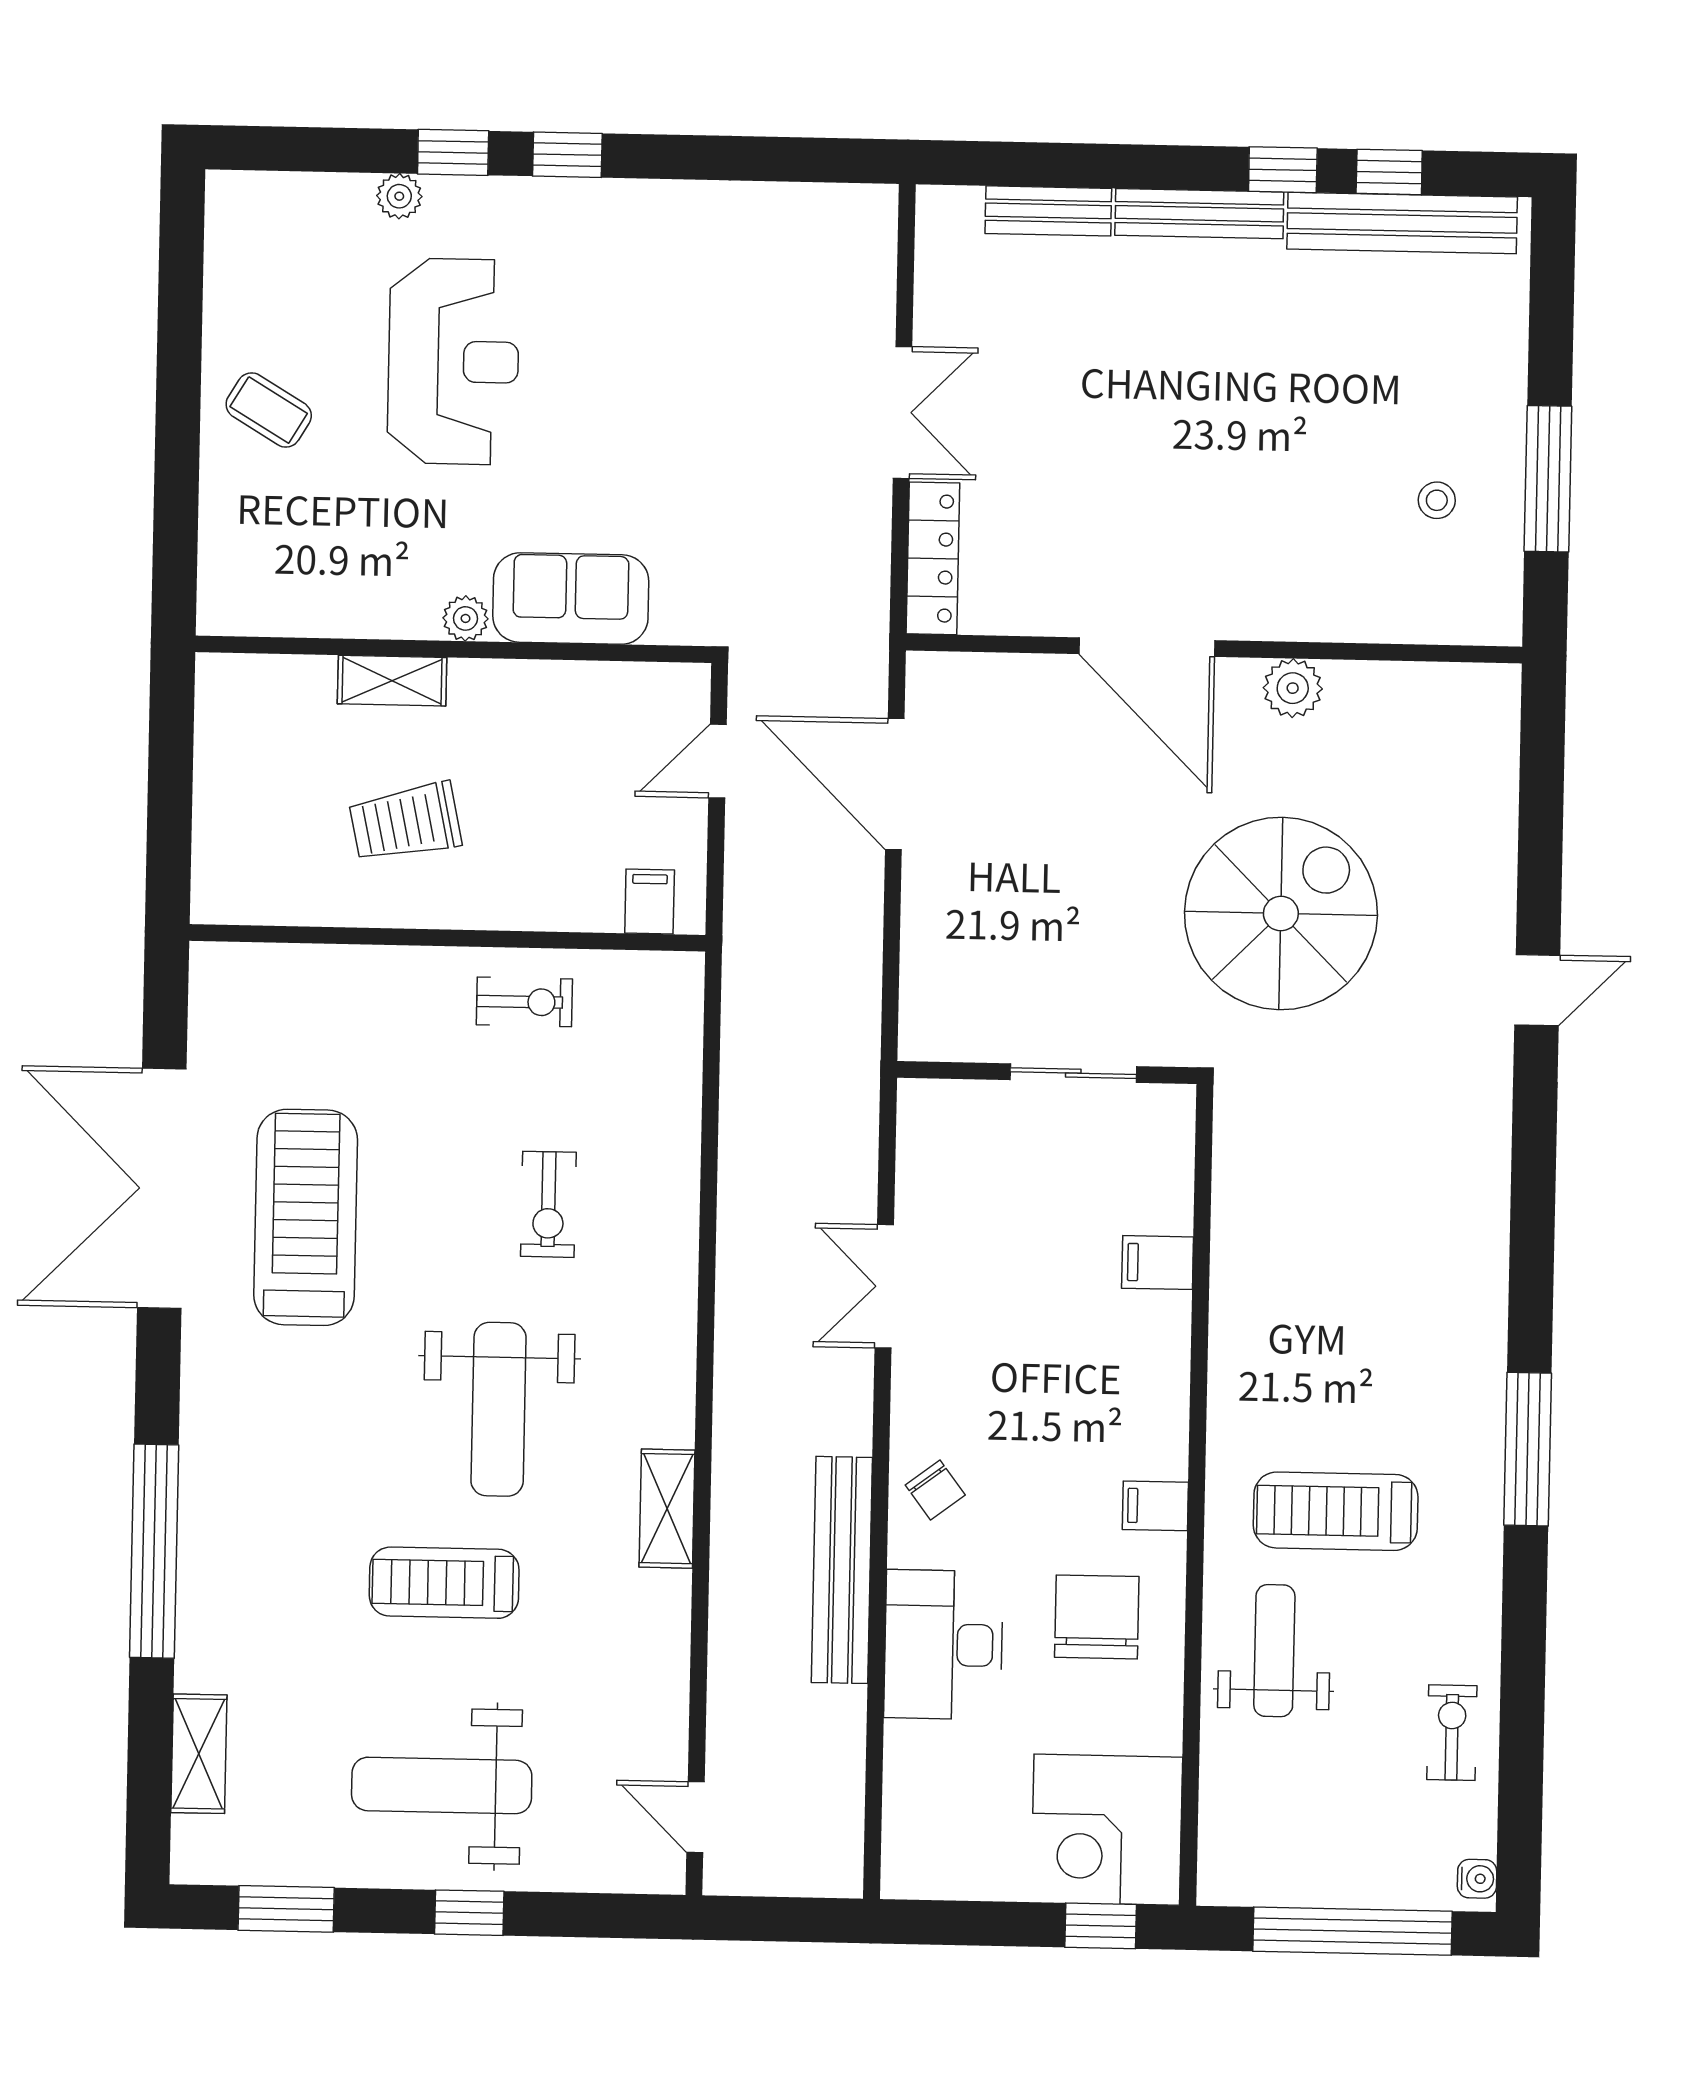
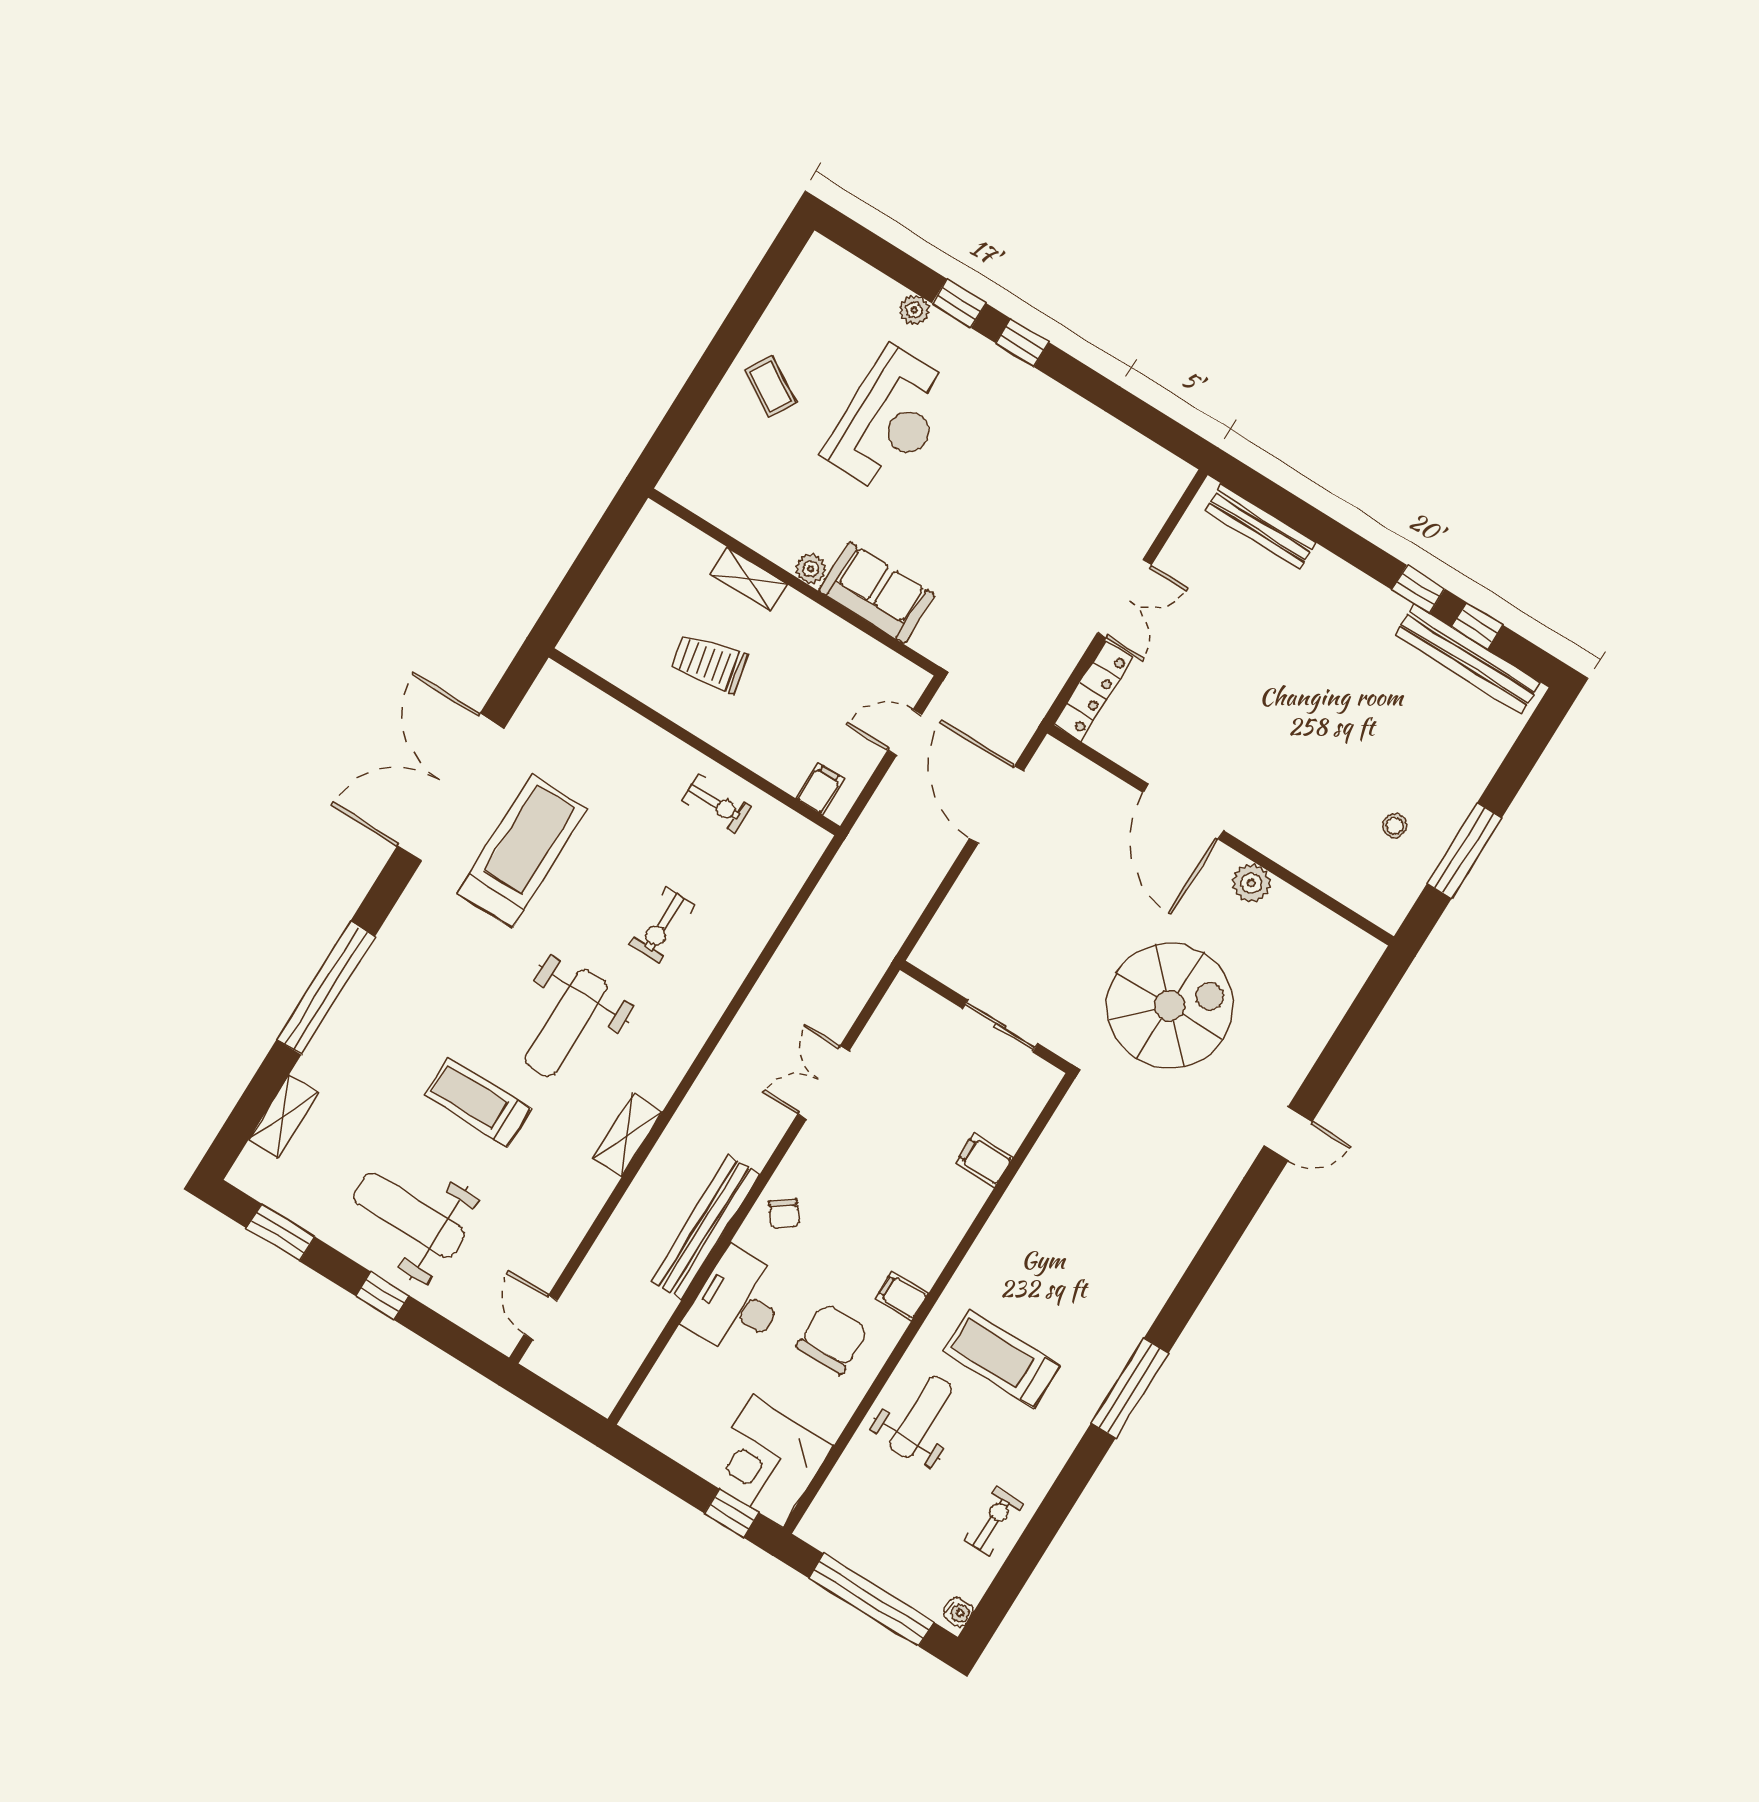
bench: (1048, 211) -> (1261, 526), width x1.36
bench: (1199, 214) -> (1357, 586), removed

